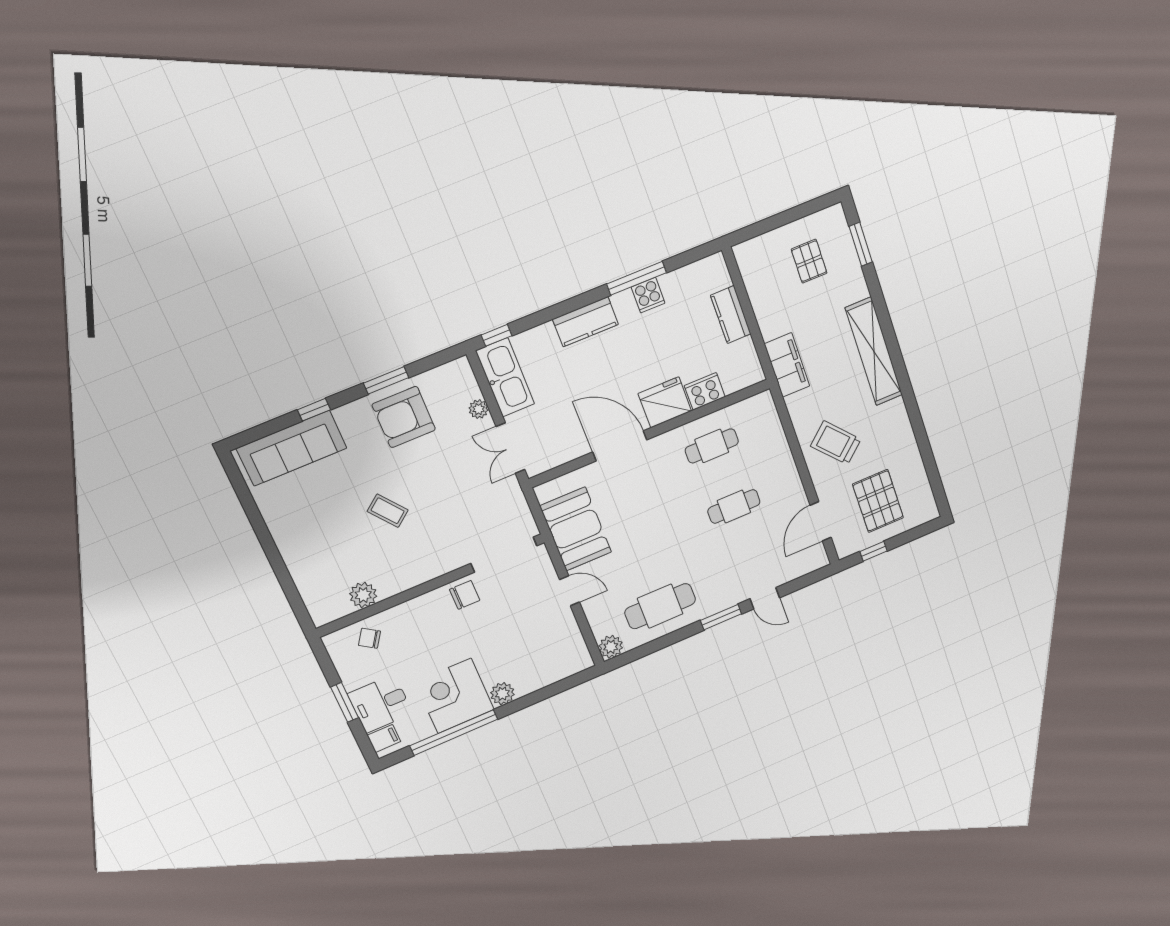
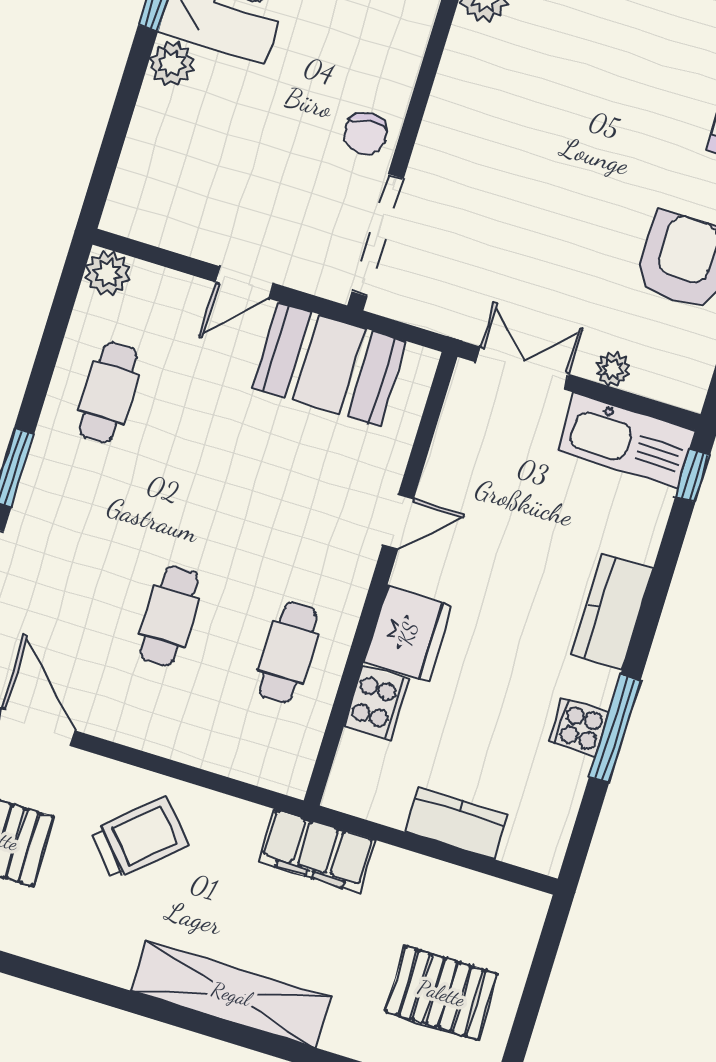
pallet: (809, 261) -> (441, 993), width x1.50, depth x1.42
door: (620, 446) -> (398, 522), width x0.53
coffee table: (388, 511) -> (575, 131), removed
cafe table: (660, 606) -> (108, 393), width x0.73, depth x0.74

